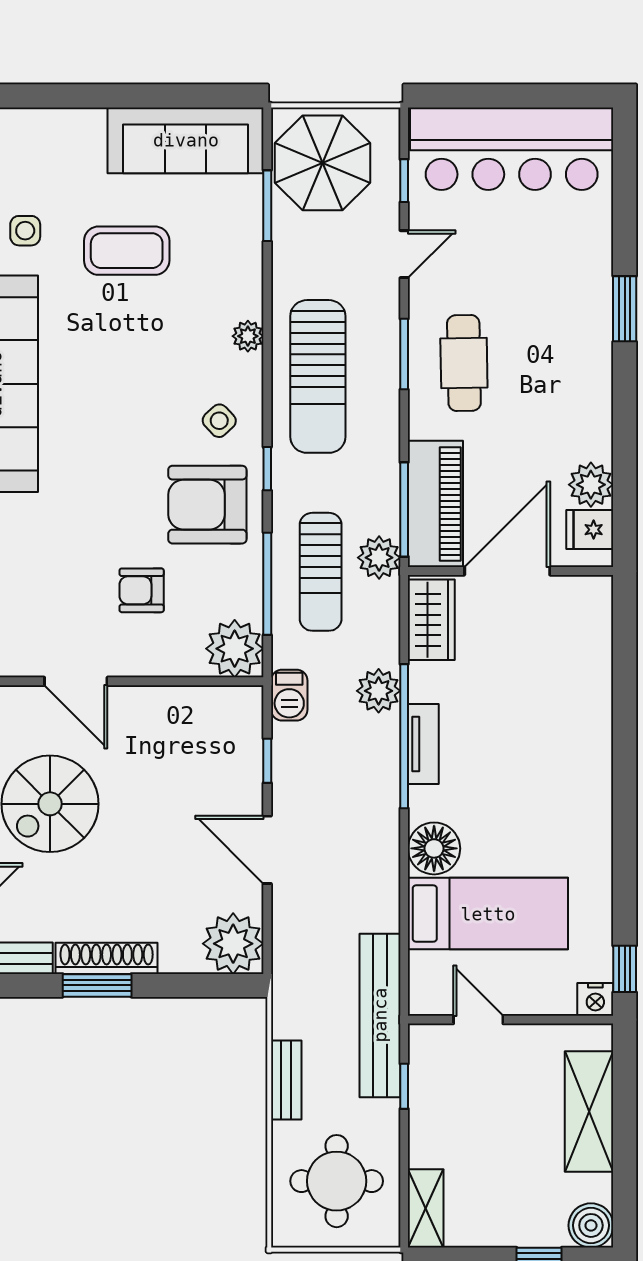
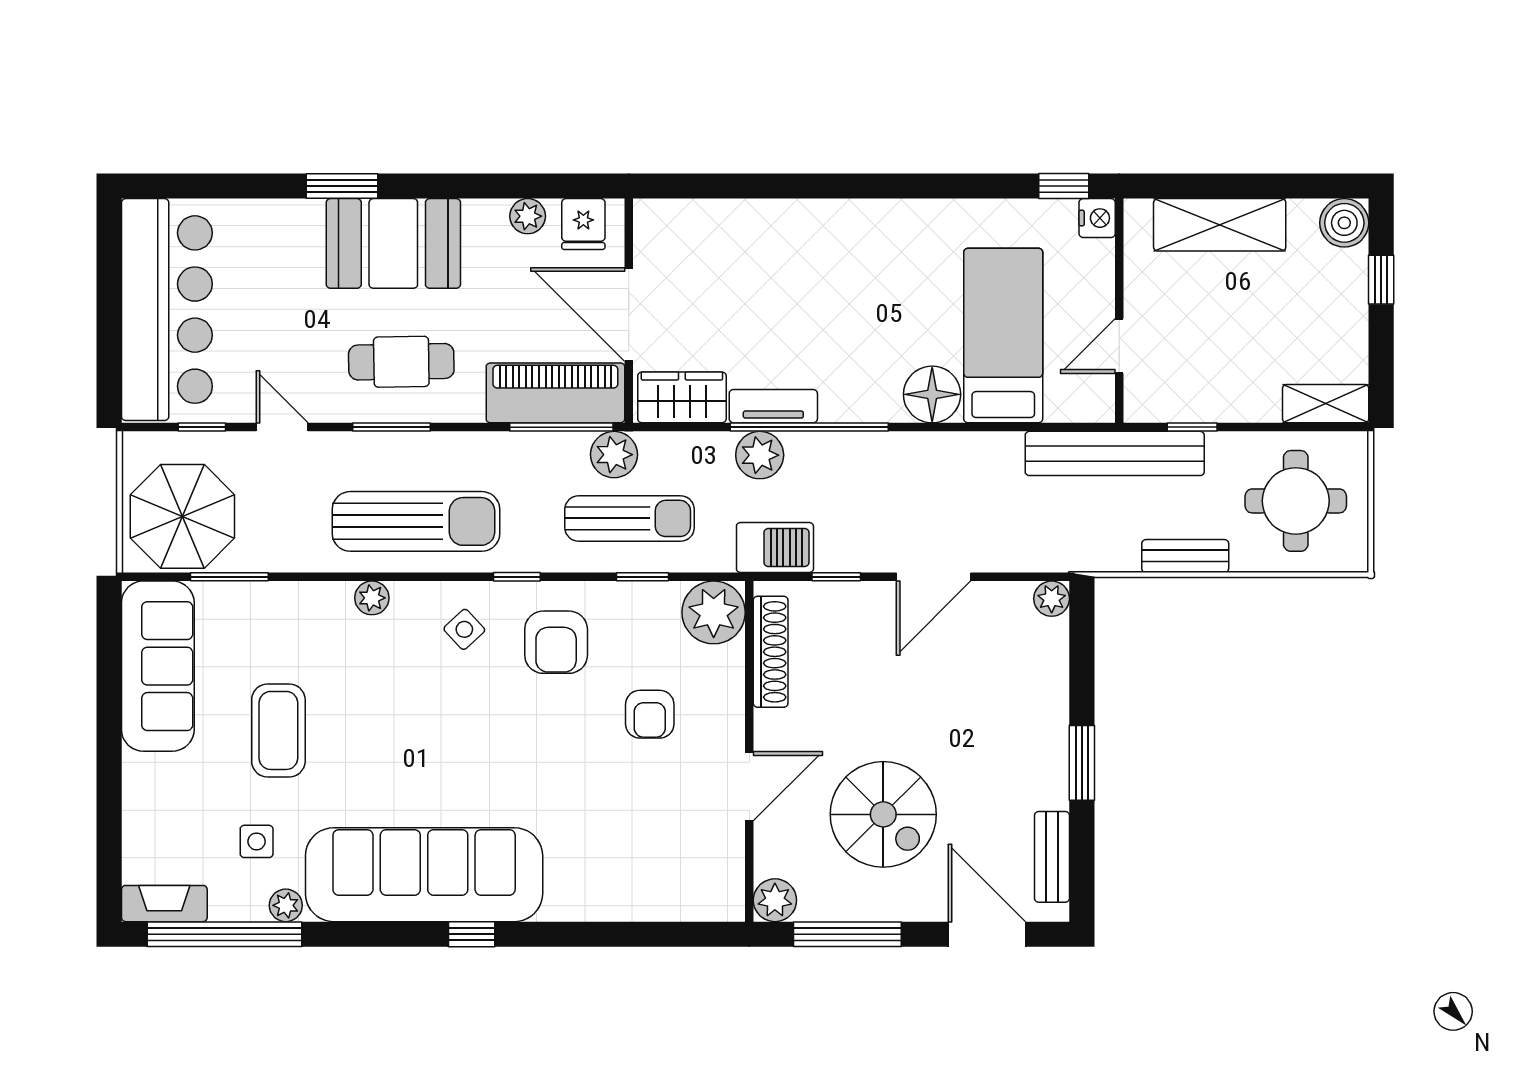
booth: (572, 356) -> (393, 243), added
plant: (591, 485) -> (528, 216), width x0.73, depth x0.73
armchair: (207, 505) -> (556, 642), width x0.73, depth x0.73
window: (267, 584) -> (643, 577), width x0.46
barbecue: (289, 695) -> (775, 547), width x1.38, depth x1.27
tv unit: (423, 744) -> (773, 406), moved
plant: (233, 944) -> (1052, 599), width x0.53, depth x0.53
shoe rack: (107, 958) -> (771, 652), moved, turned 180

